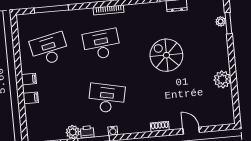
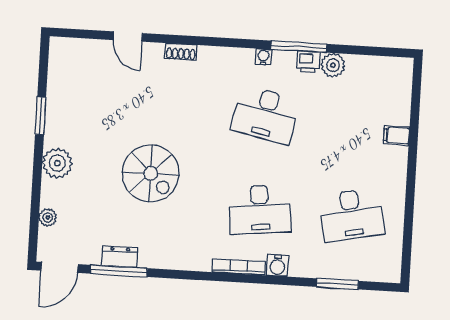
window: (51, 9) -> (337, 284), width x0.69
water cooler: (87, 14) -> (277, 266), added
window: (228, 23) -> (41, 116), moved
filing cabinet: (29, 79) -> (395, 168), removed
plant: (222, 79) -> (57, 163), moved

